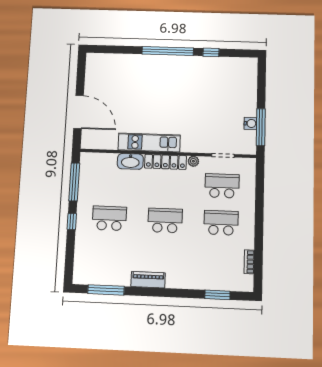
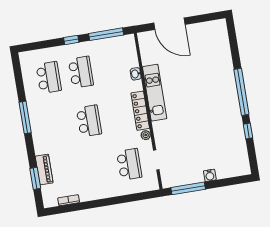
door: (79, 112) -> (169, 24), hinge flipped
water cooler: (250, 123) -> (210, 175), moved
washbasin: (130, 161) -> (136, 74), width x0.52, depth x0.69
school desk: (221, 223) -> (49, 77), moved
piano: (148, 280) -> (44, 170), moved
window: (106, 290) -> (25, 117), moved

